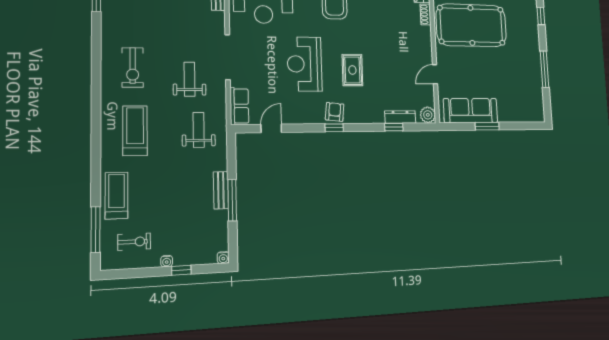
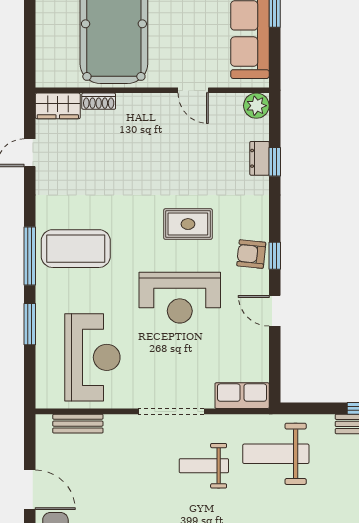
dresser: (400, 117) -> (260, 158), width x0.70
door: (271, 128) -> (275, 311), moved
weight bench: (199, 130) -> (276, 454), width x1.36, depth x1.33

